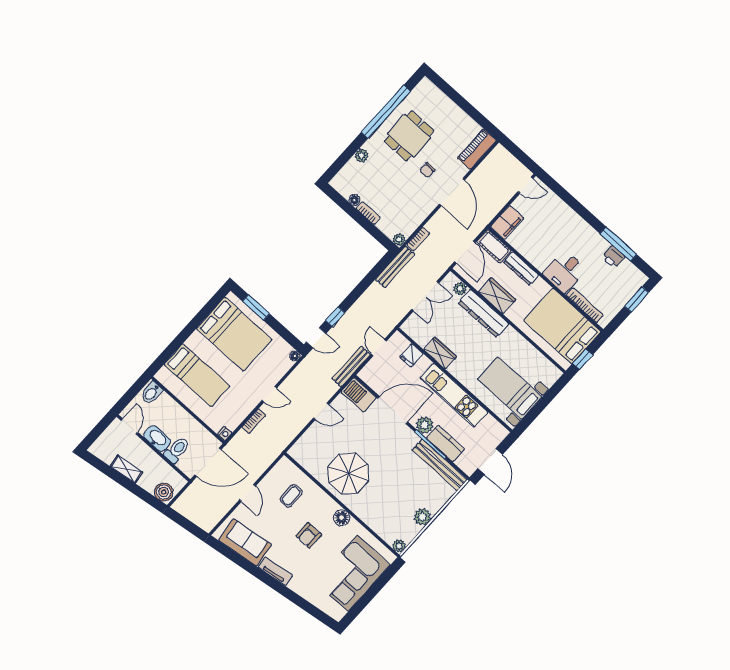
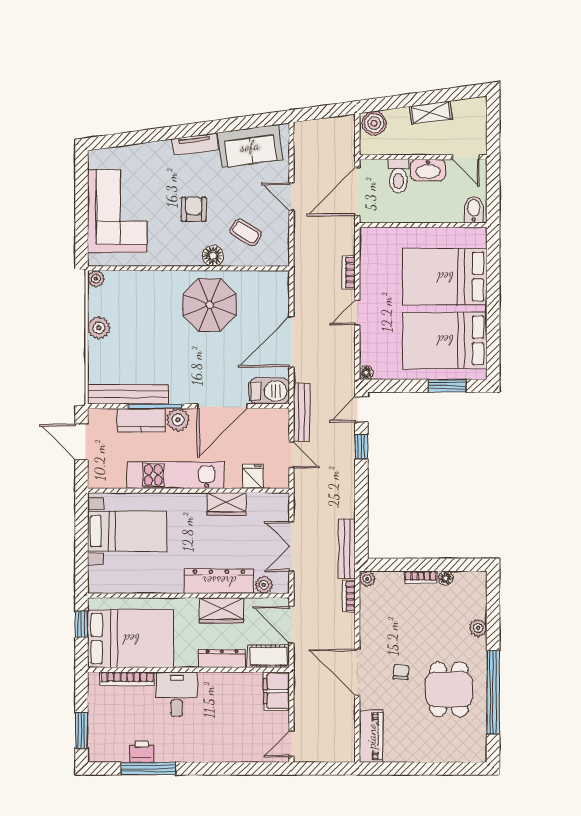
bed: (197, 375) -> (445, 277), width x1.50
door: (321, 411) -> (291, 342), width x1.88
nightstand: (225, 434) -> (366, 235), removed
coffee table: (291, 496) -> (246, 232), turned -58
floor lamp: (342, 518) -> (213, 256), moved

